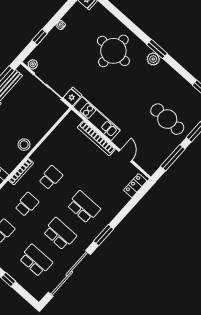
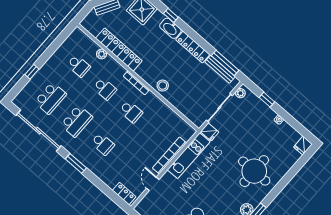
door: (125, 156) -> (153, 184), swing flipped
school desk: (84, 207) -> (103, 144), width x0.54

